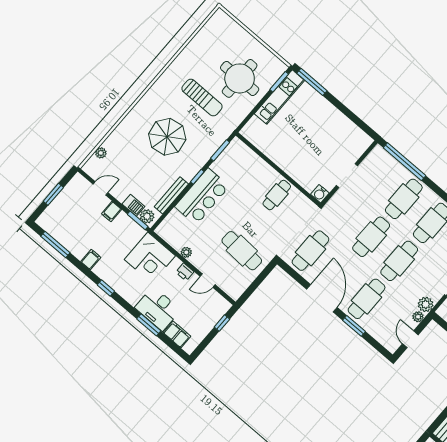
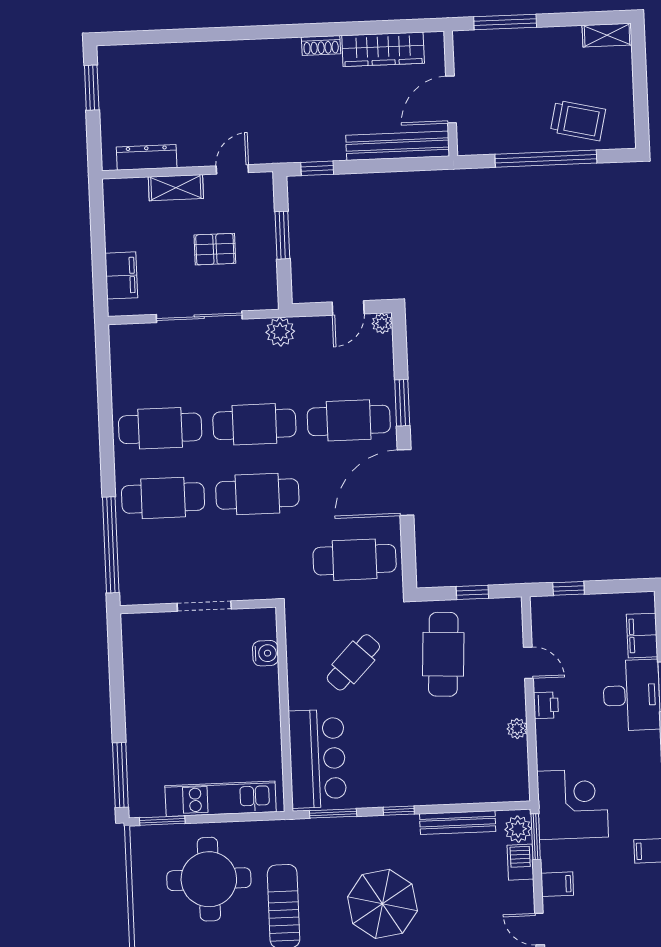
kitchen unit: (279, 97) -> (221, 799), moved
water cooler: (320, 194) -> (265, 653), moved
cafe table: (277, 195) -> (353, 662), moved, turned -46
bar counter: (202, 196) -> (317, 759), moved, turned 90
corner desk: (150, 258) -> (573, 804), moved
window: (255, 284) -> (472, 592), added
plant: (418, 317) -> (382, 323), moved

